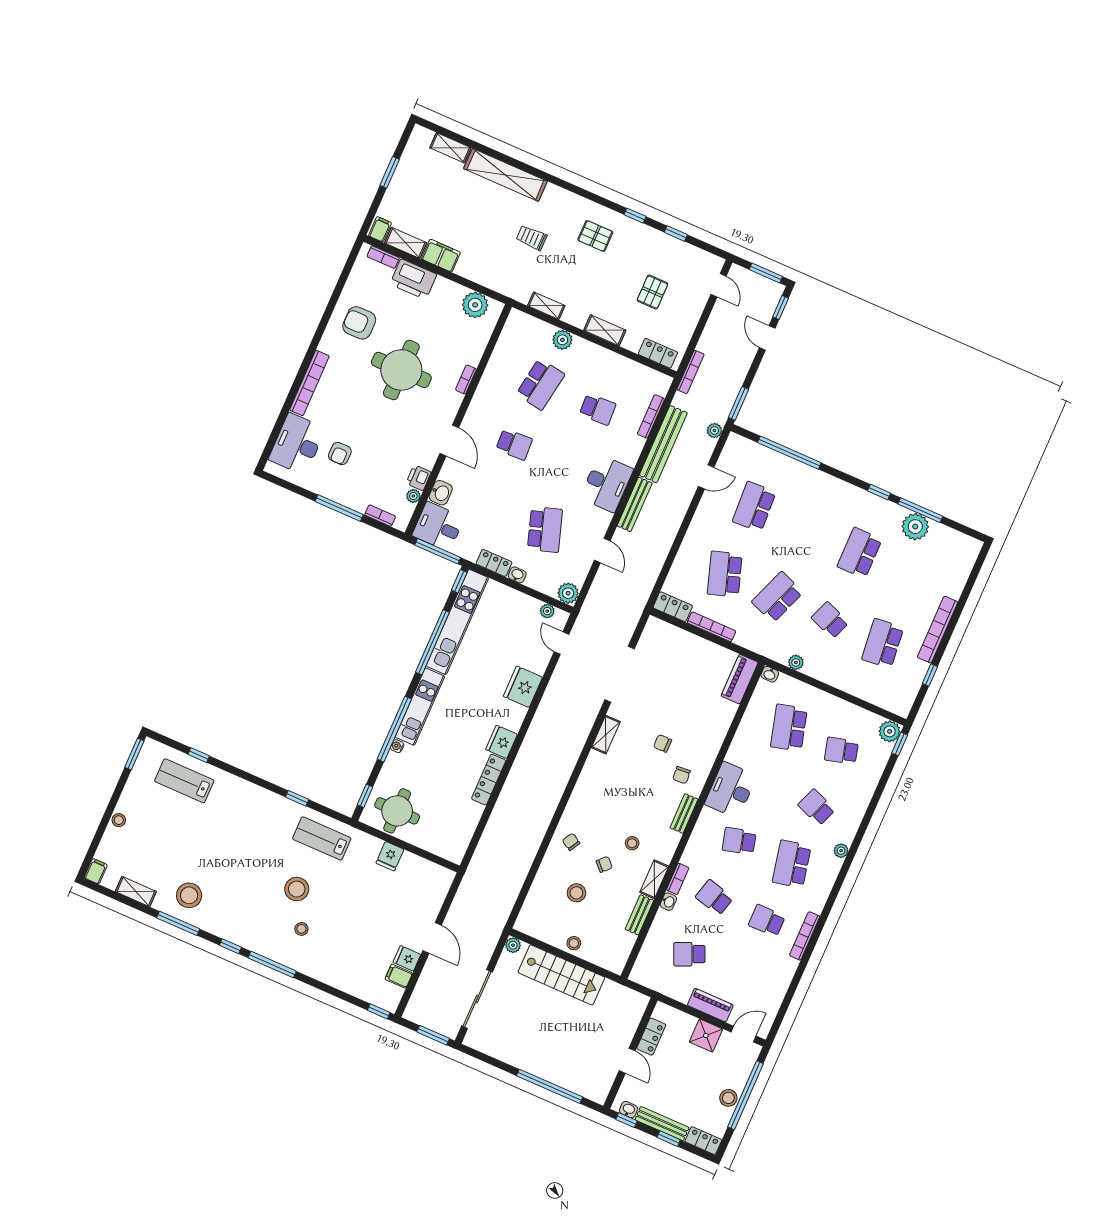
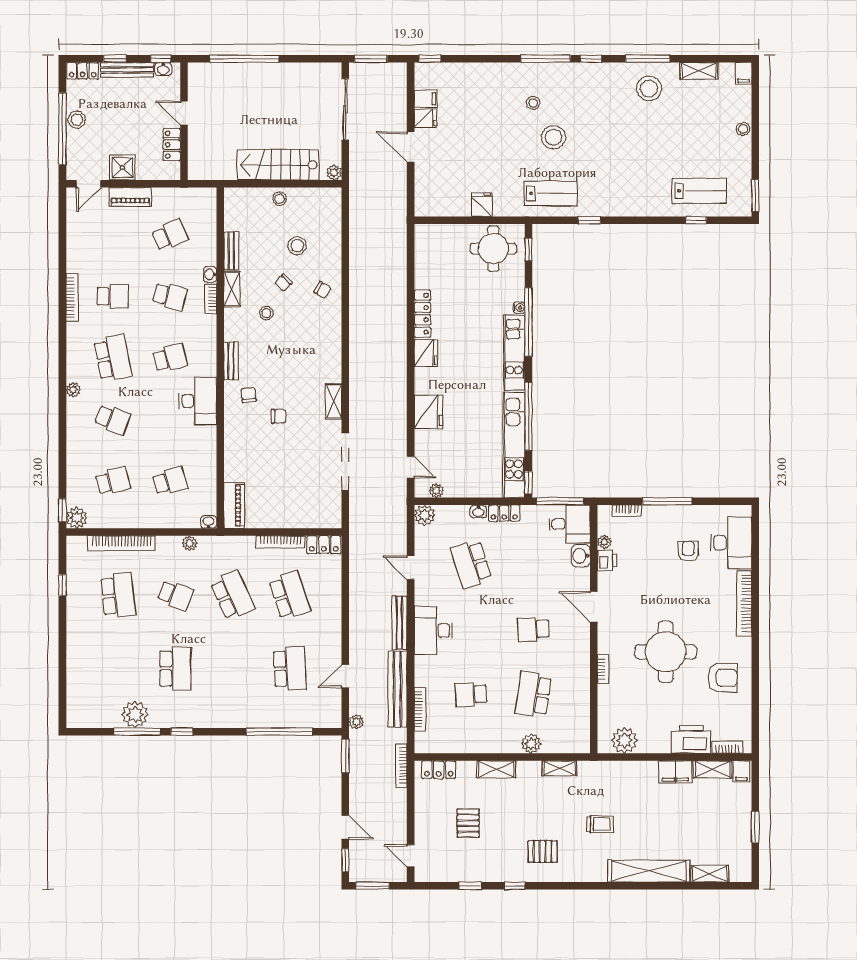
school desk: (777, 597) -> (232, 595), turned -45
bookcase: (938, 630) -> (121, 543), moved, turned 90
school desk: (789, 728) -> (170, 481), width x0.54

